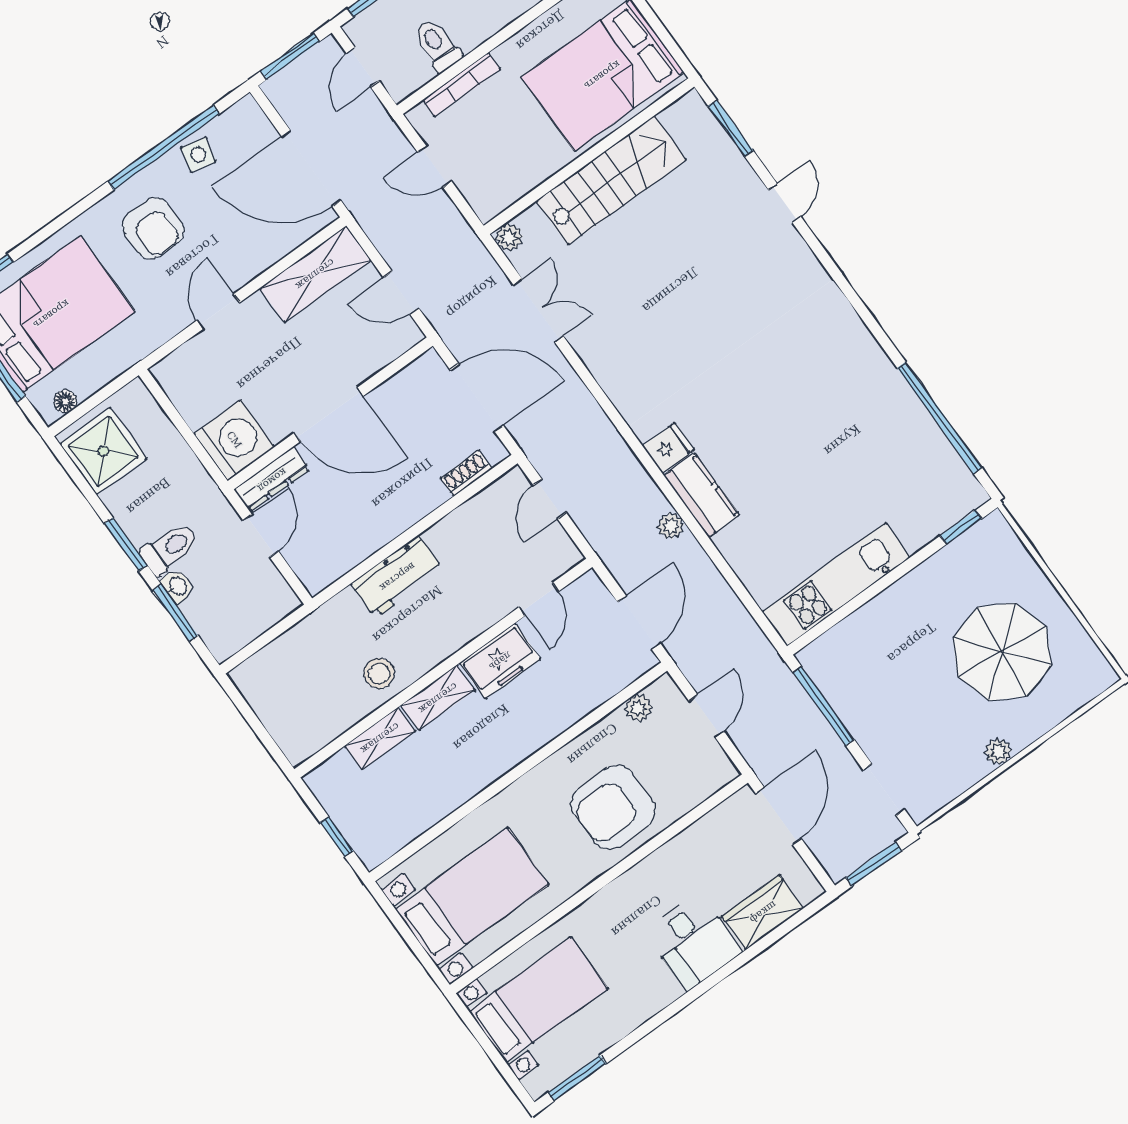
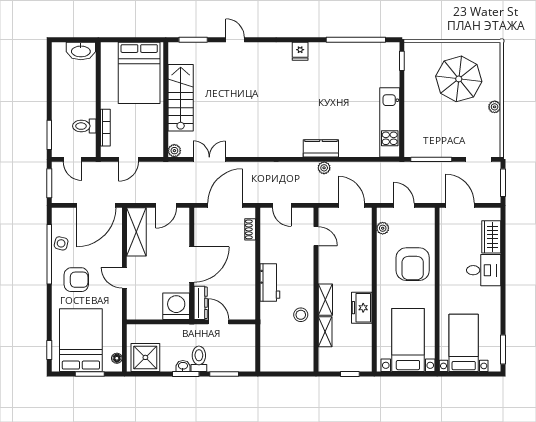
fridge: (668, 448) -> (300, 51), moved, turned 180
washbasin: (177, 586) -> (183, 366), moved
freezer: (500, 661) -> (362, 308), moved, turned 180

